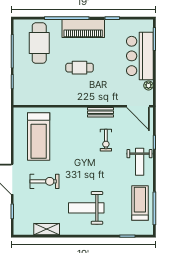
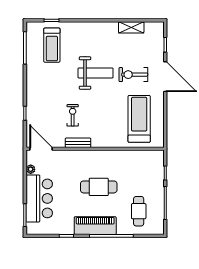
cafe table: (39, 43) -> (139, 211), width x0.73, depth x0.74
cafe table: (80, 68) -> (99, 187), width x1.37, depth x1.35
weight bench: (140, 162) -> (39, 94), removed
treadmill: (140, 203) -> (52, 45), moved
weight bench: (86, 208) -> (96, 73), moved

